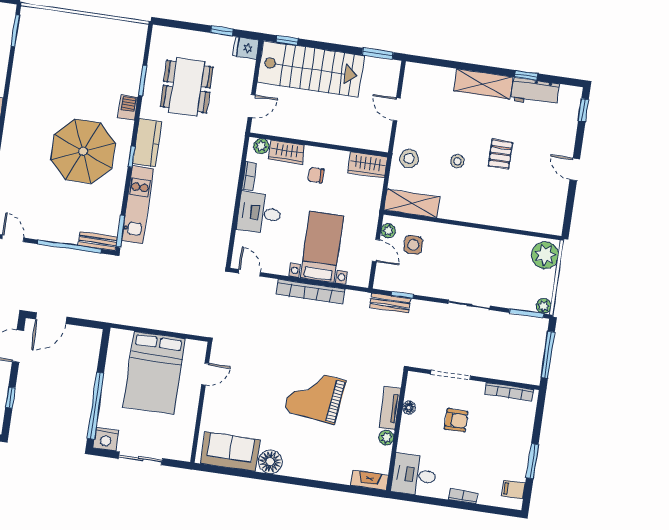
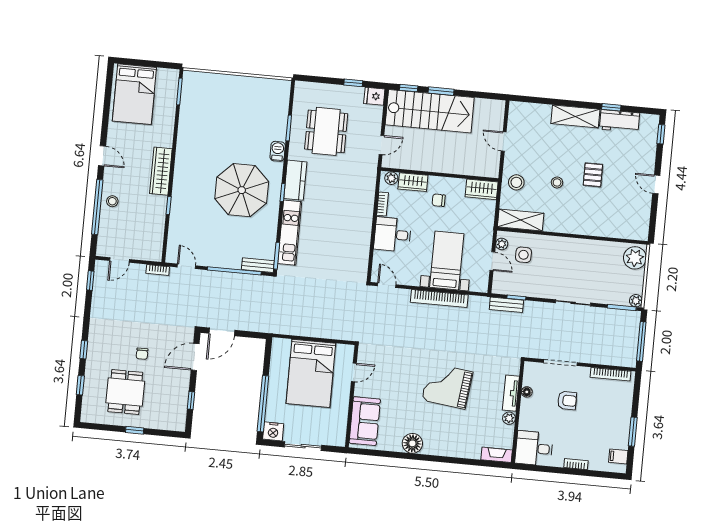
window: (378, 54) -> (441, 91), moved
sofa: (230, 452) -> (365, 421), moved, turned 90

